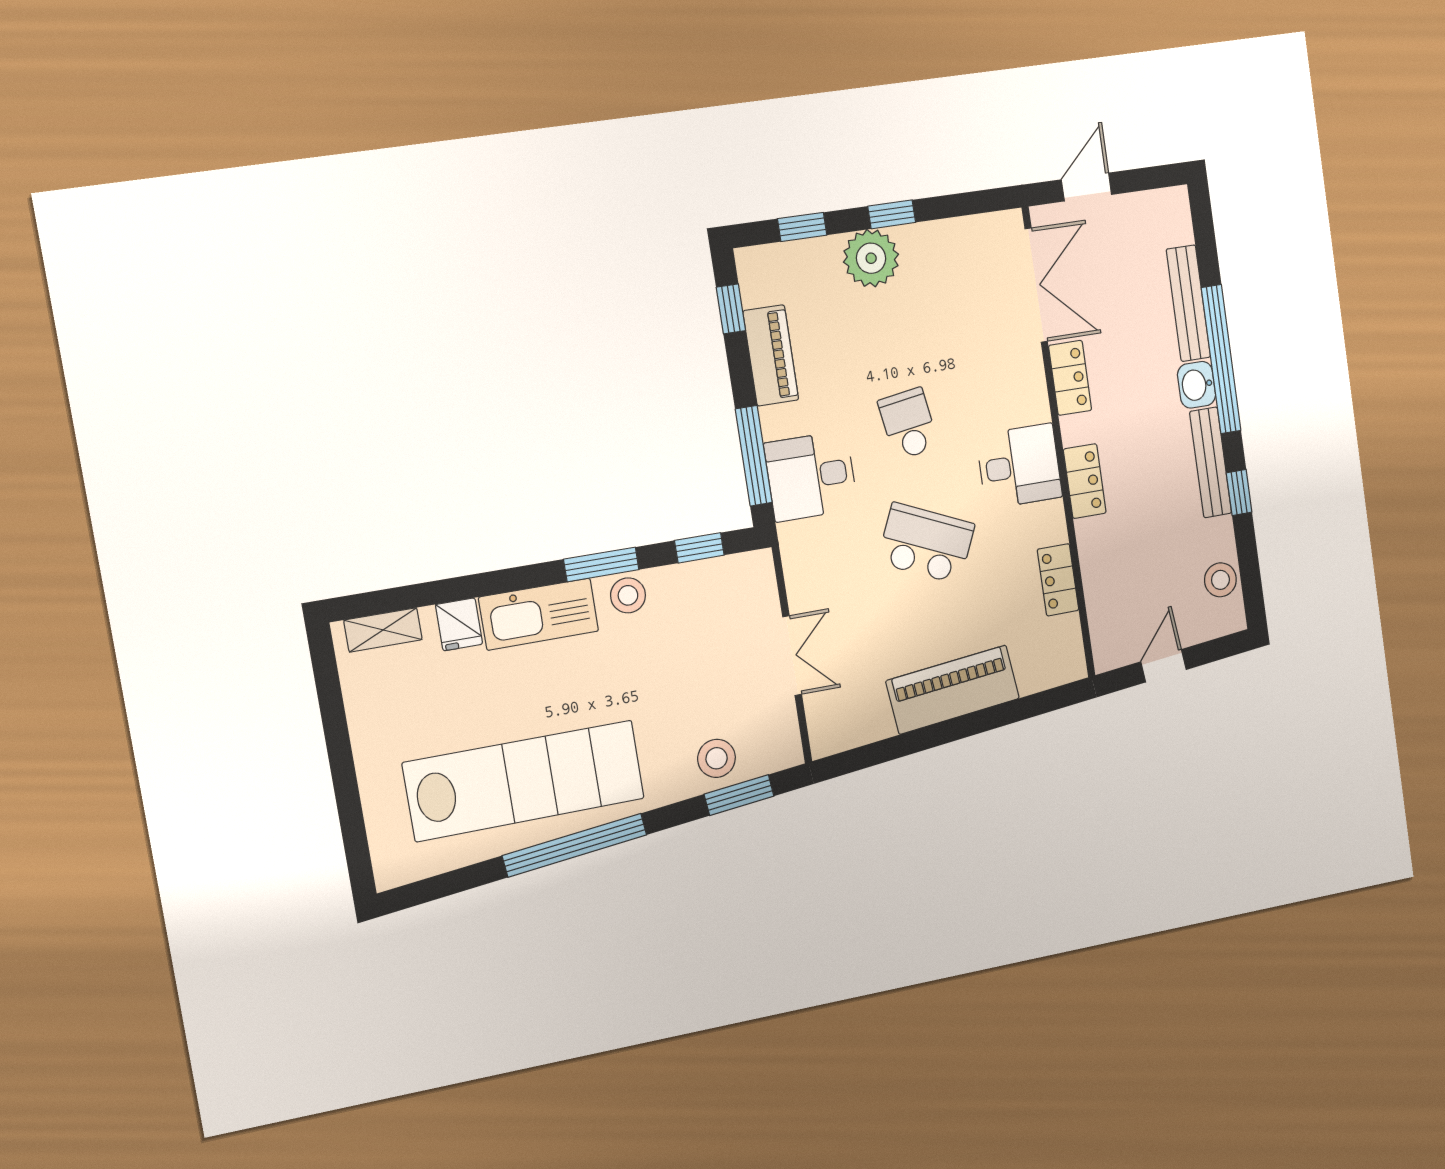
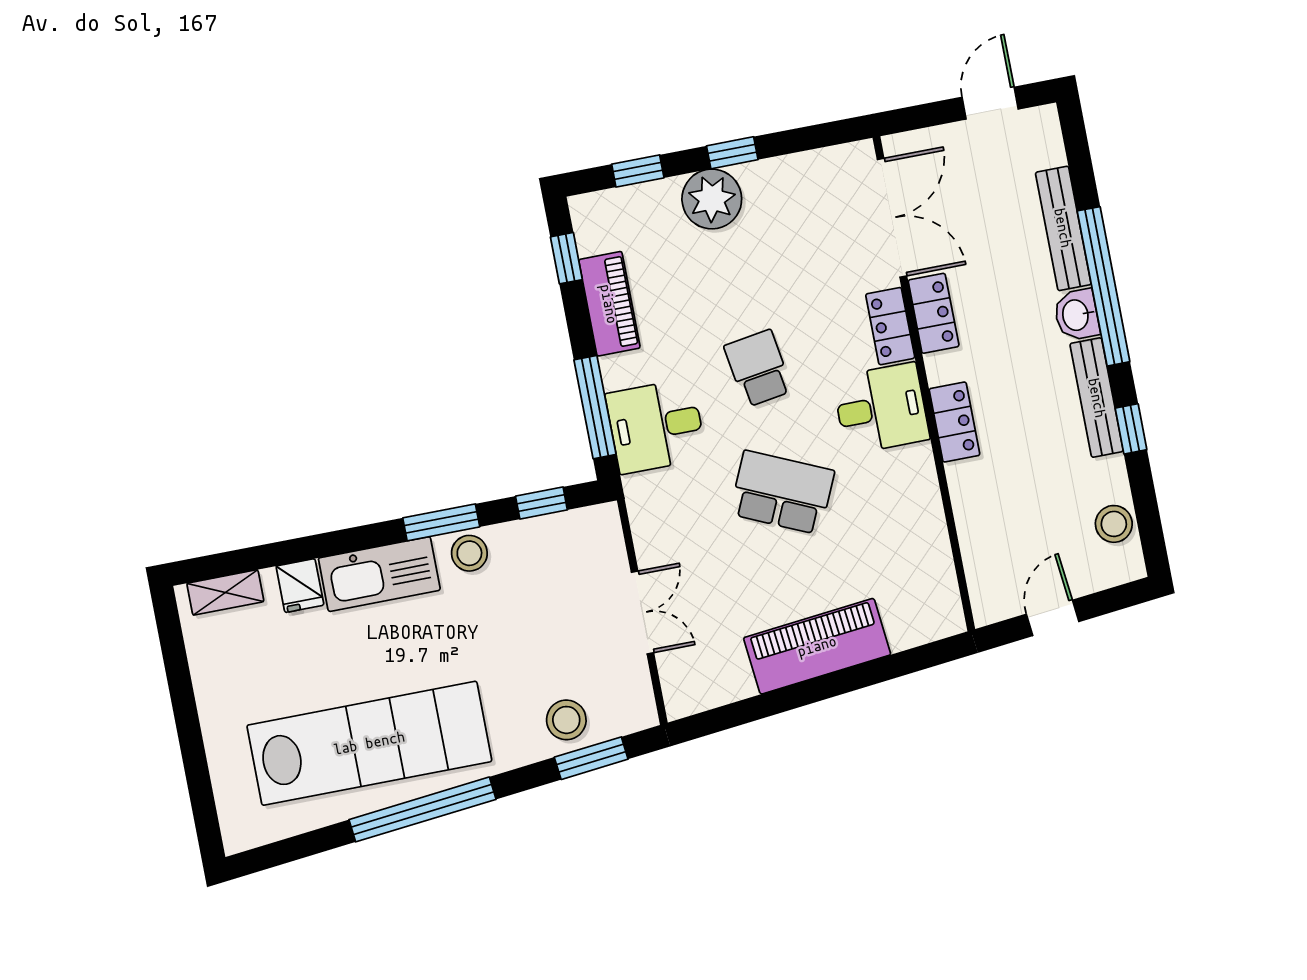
door: (1086, 187) -> (990, 103), moved
locker: (1058, 580) -> (890, 326), moved

